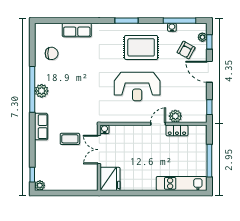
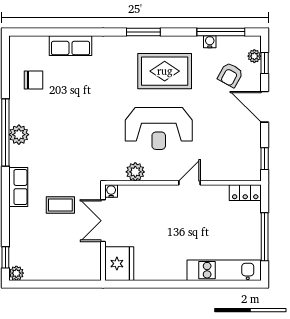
plant: (175, 116) -> (135, 172), moved
locker: (177, 130) -> (245, 193), moved

